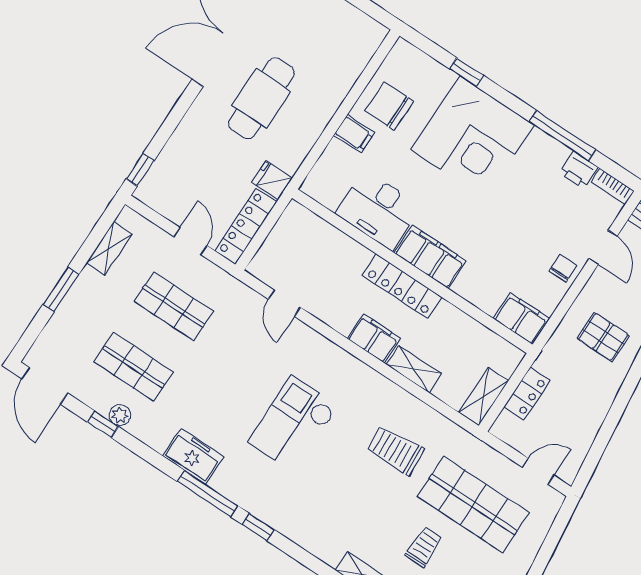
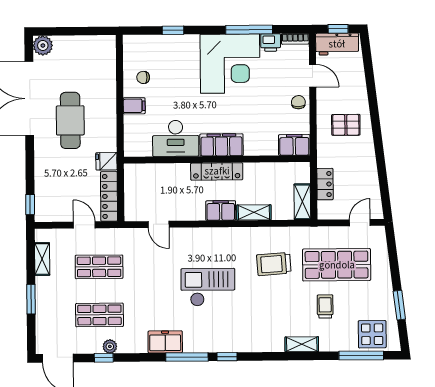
chair: (389, 106) -> (143, 77), width x0.54, depth x0.54
corner desk: (472, 137) -> (230, 64), moved
checkout: (293, 424) -> (208, 287), turned 90

